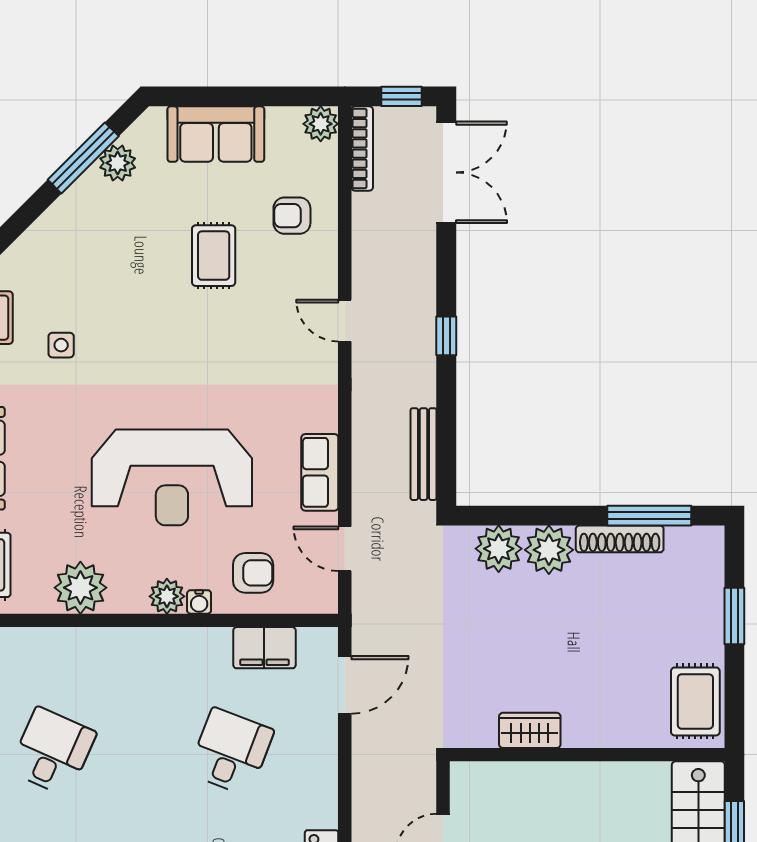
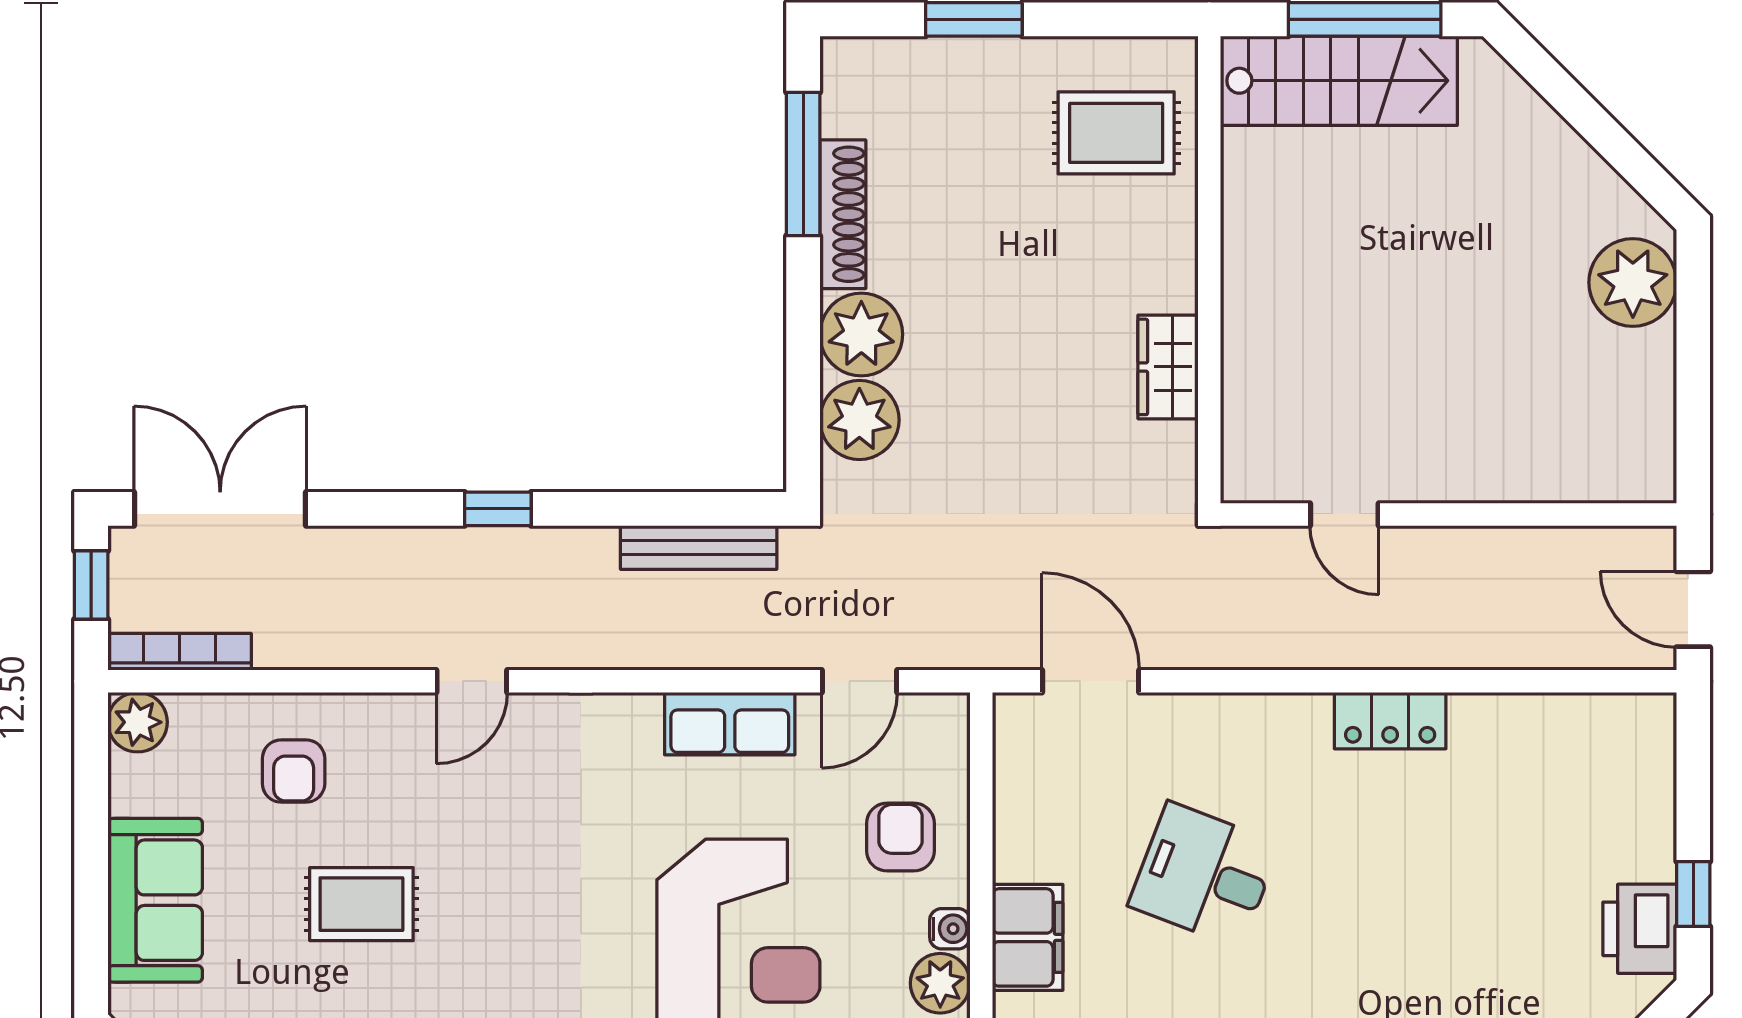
filing cabinet: (264, 648) -> (1028, 937), moved
rug: (695, 701) -> (1116, 133), moved

